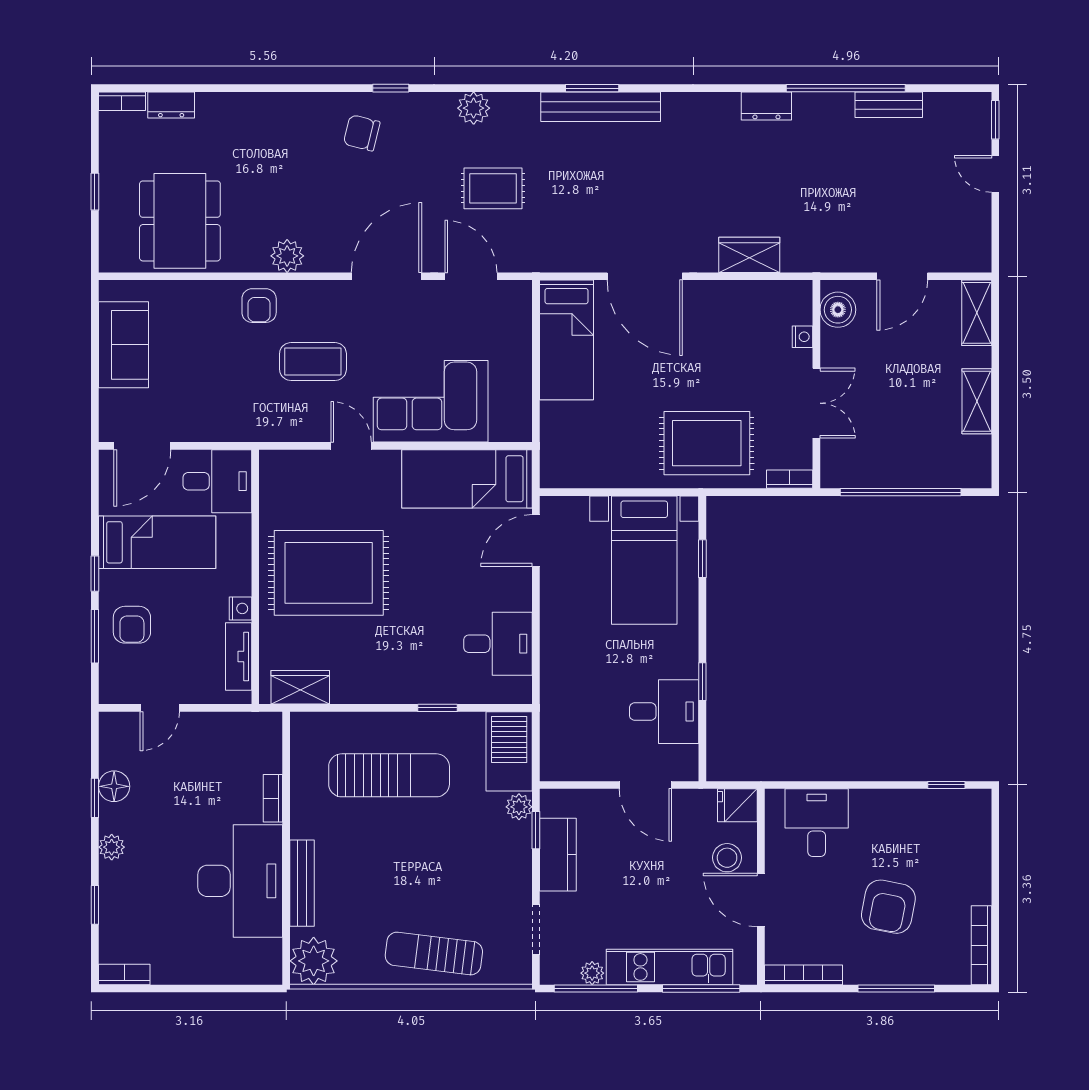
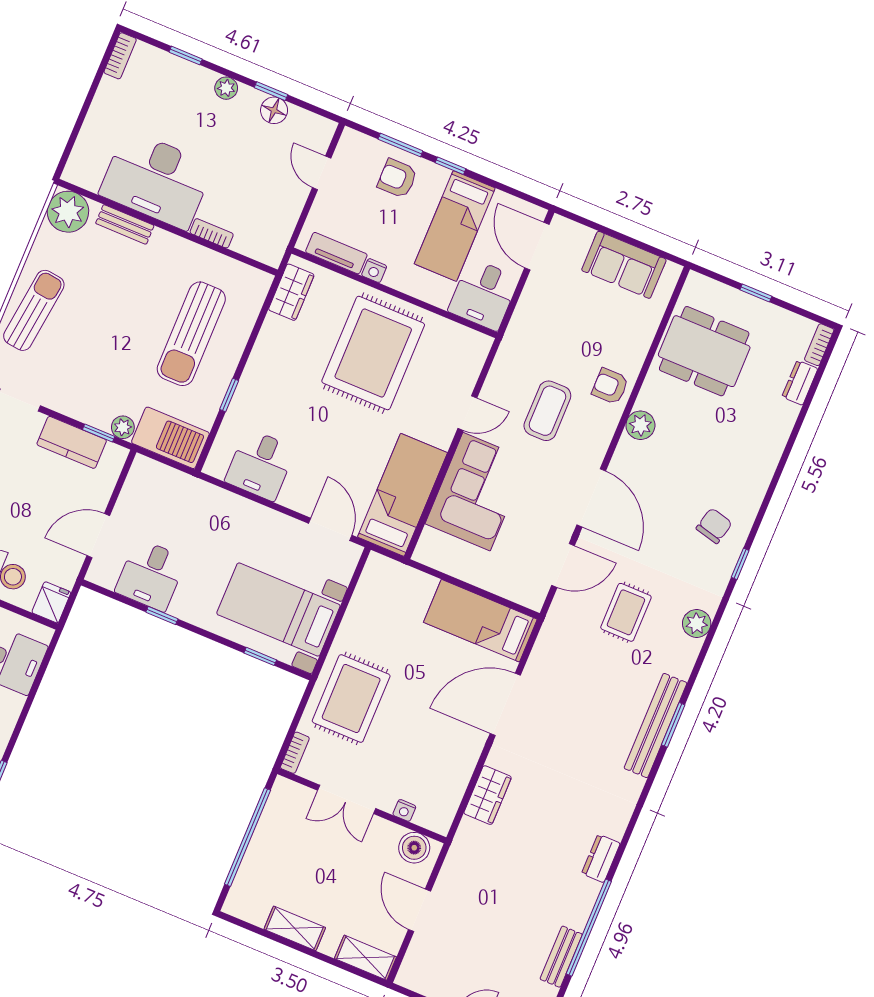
bench: (302, 883) -> (125, 224), width x0.73

